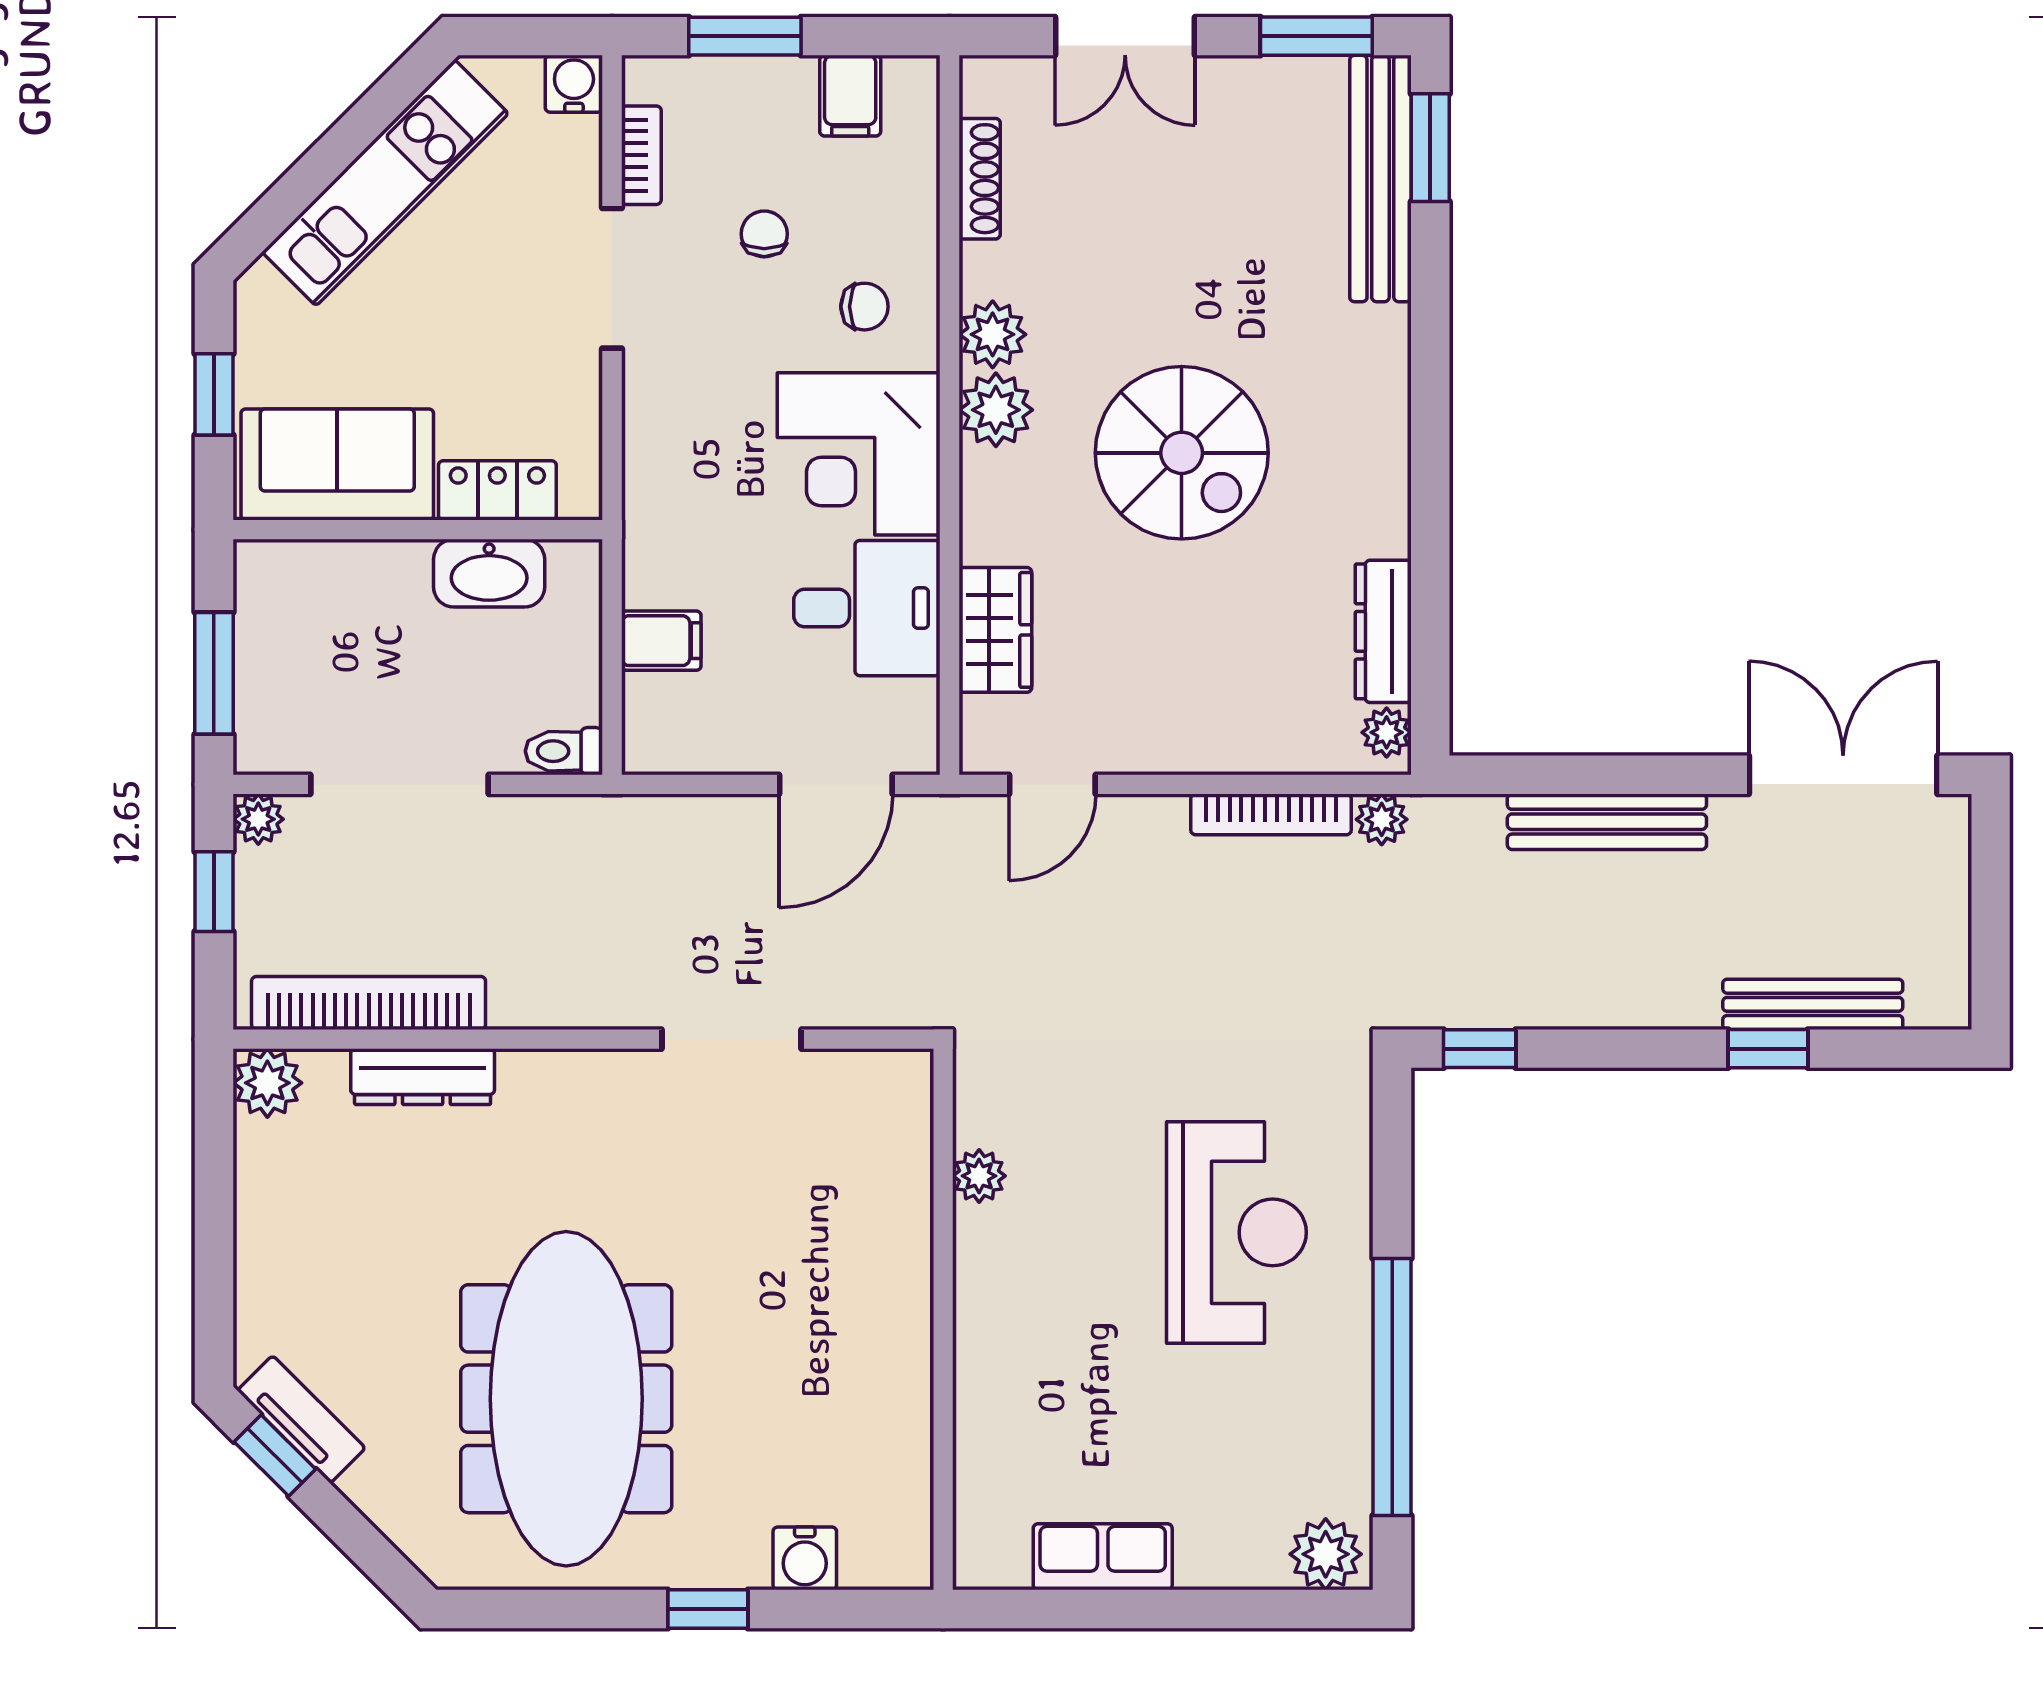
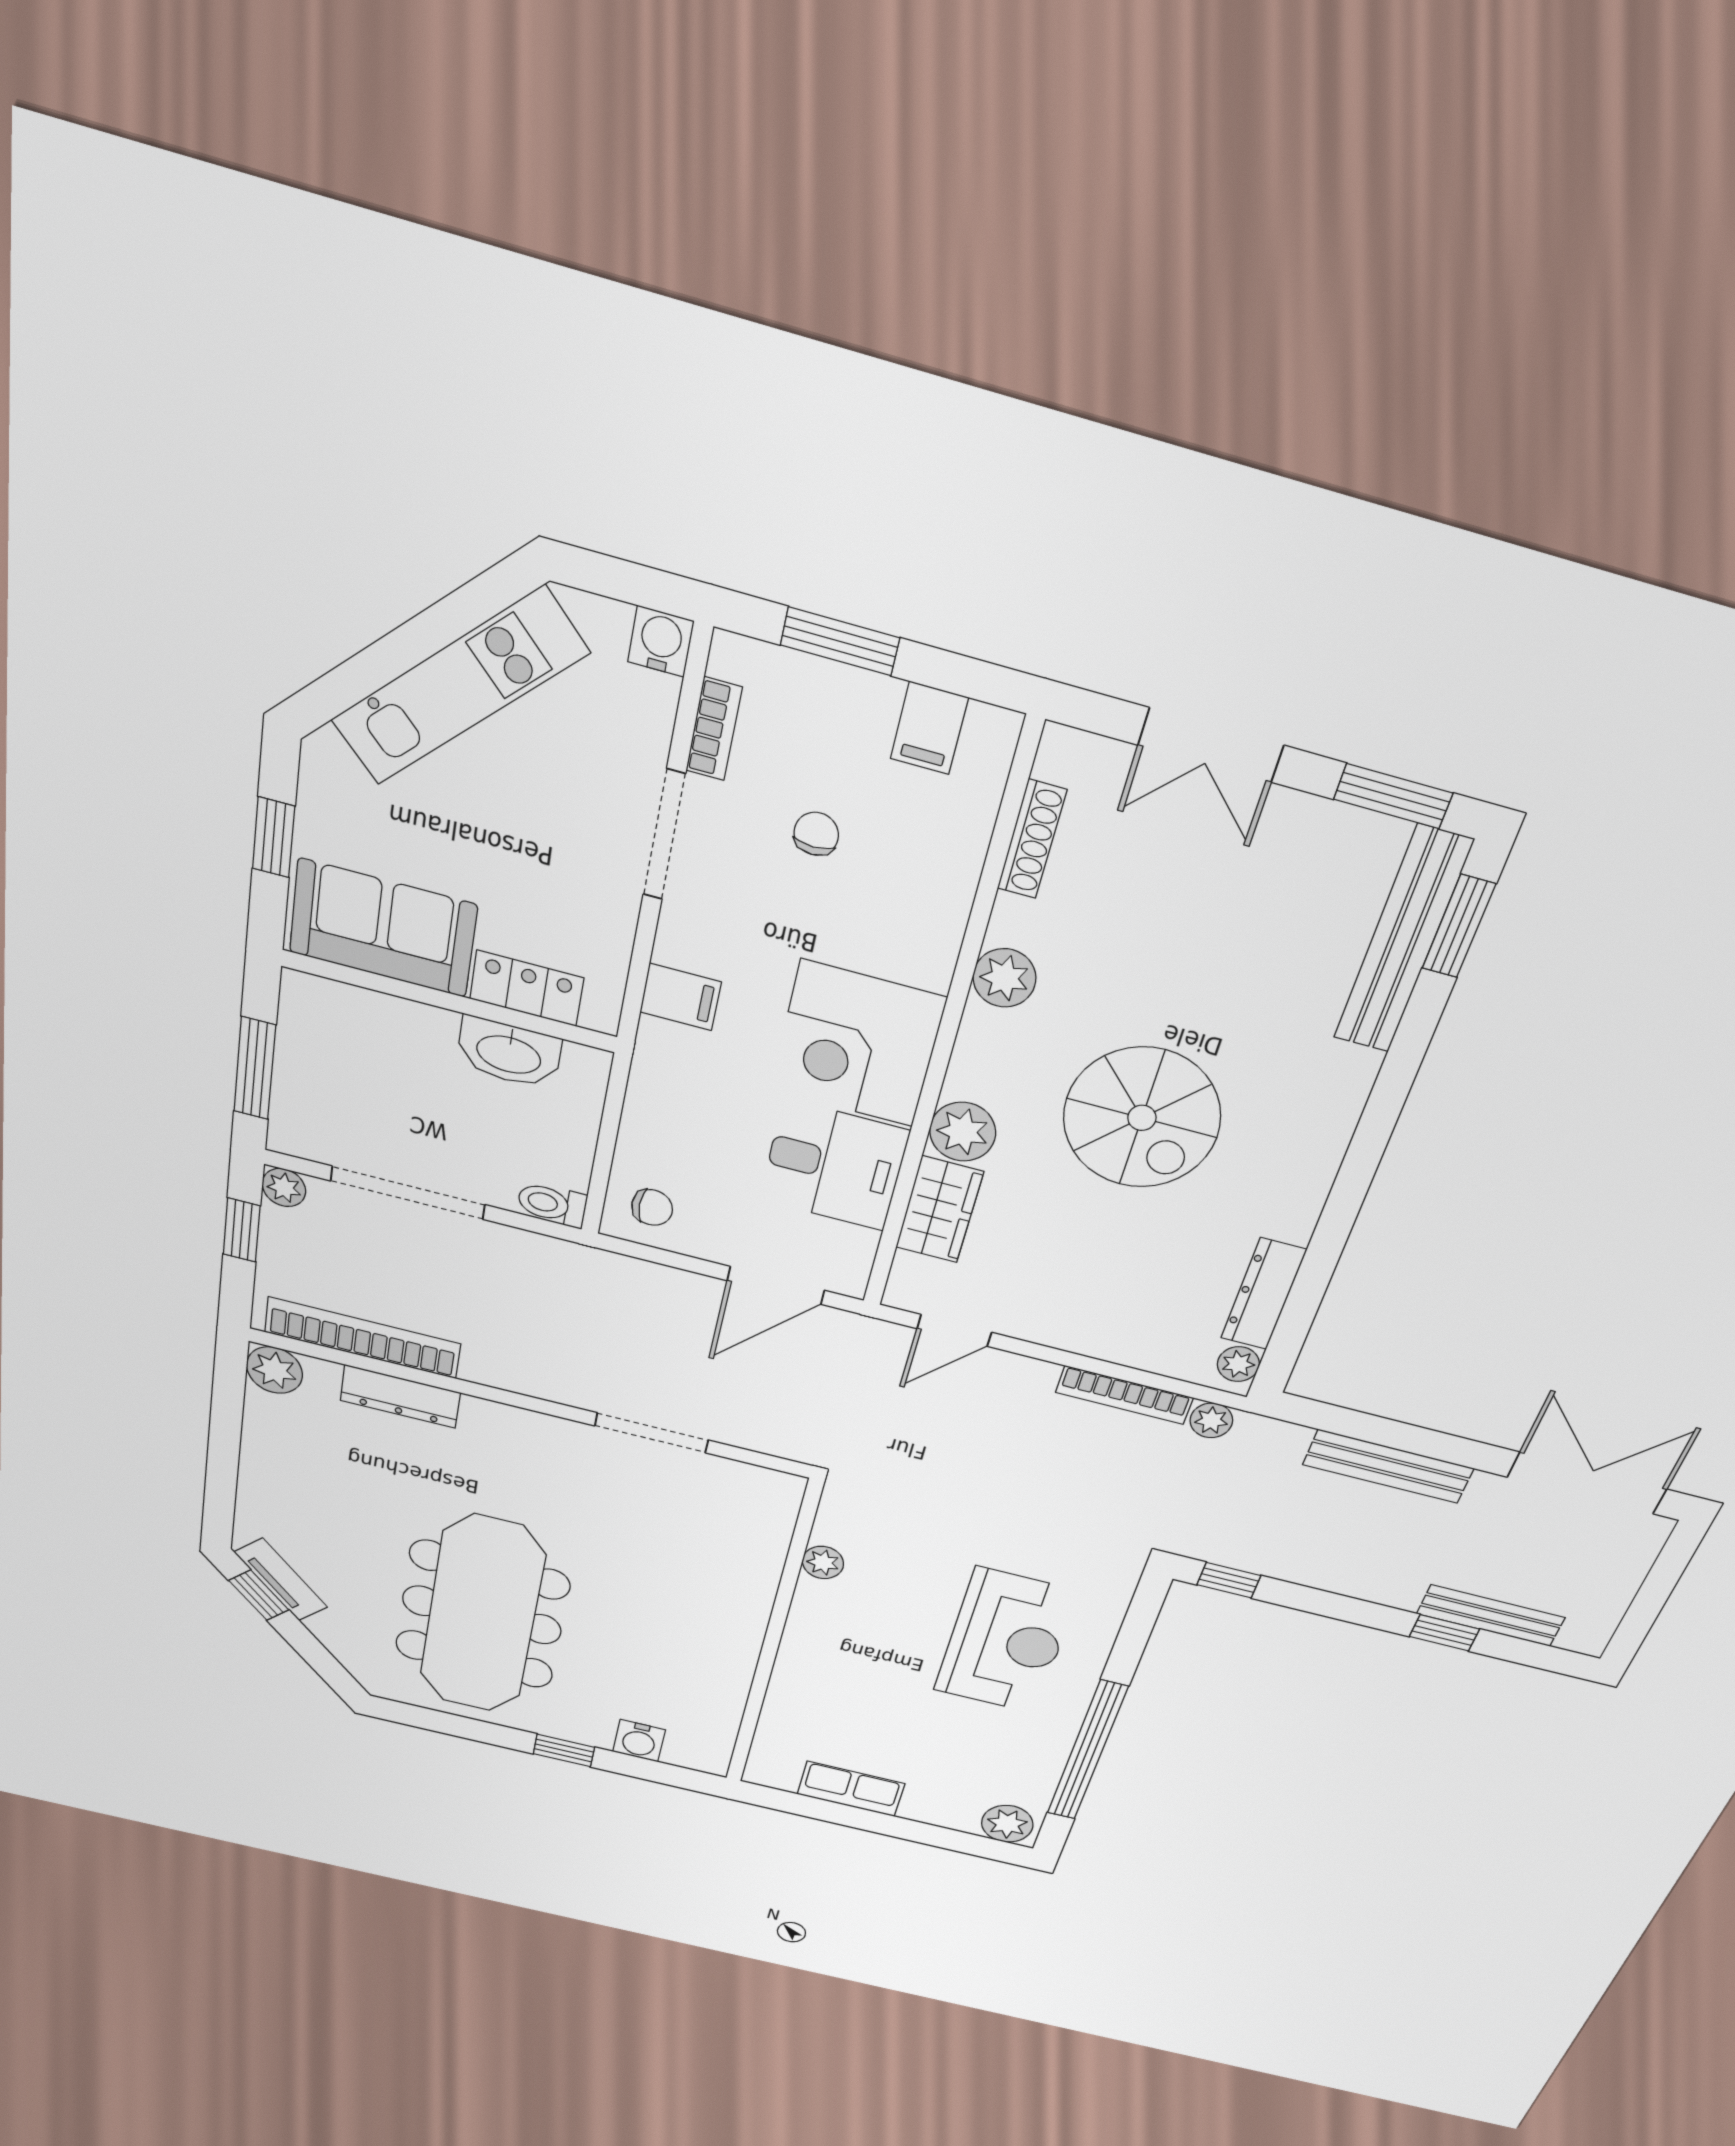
chair: (864, 307) -> (652, 1207), moved
plant: (996, 410) -> (963, 1132), moved
filing cabinet: (661, 641) -> (681, 997), moved

